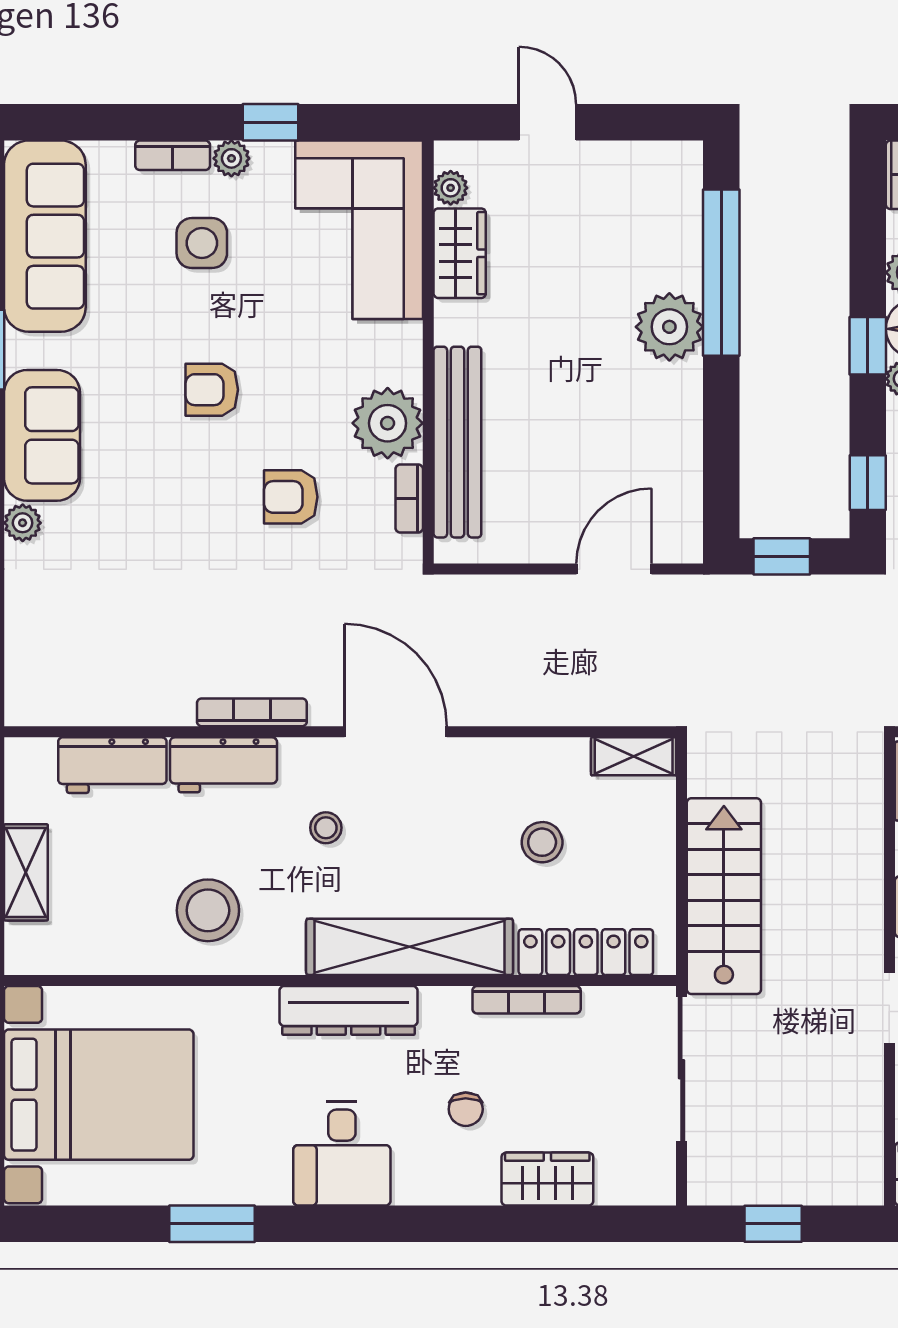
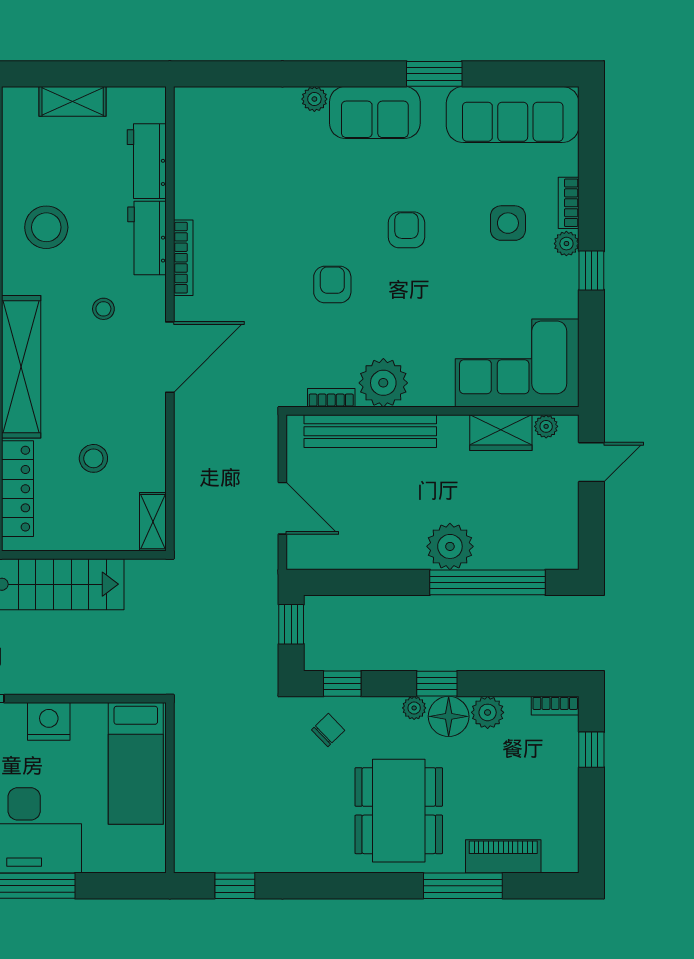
plant: (451, 188) -> (546, 426), moved
corner sofa: (359, 230) -> (517, 363), moved
wardrobe: (460, 253) -> (501, 433), moved
wall: (428, 352) -> (433, 411), moved
plant: (388, 423) -> (383, 383), moved
bench: (457, 442) -> (370, 431), moved
bookcase: (409, 499) -> (331, 398), moved

